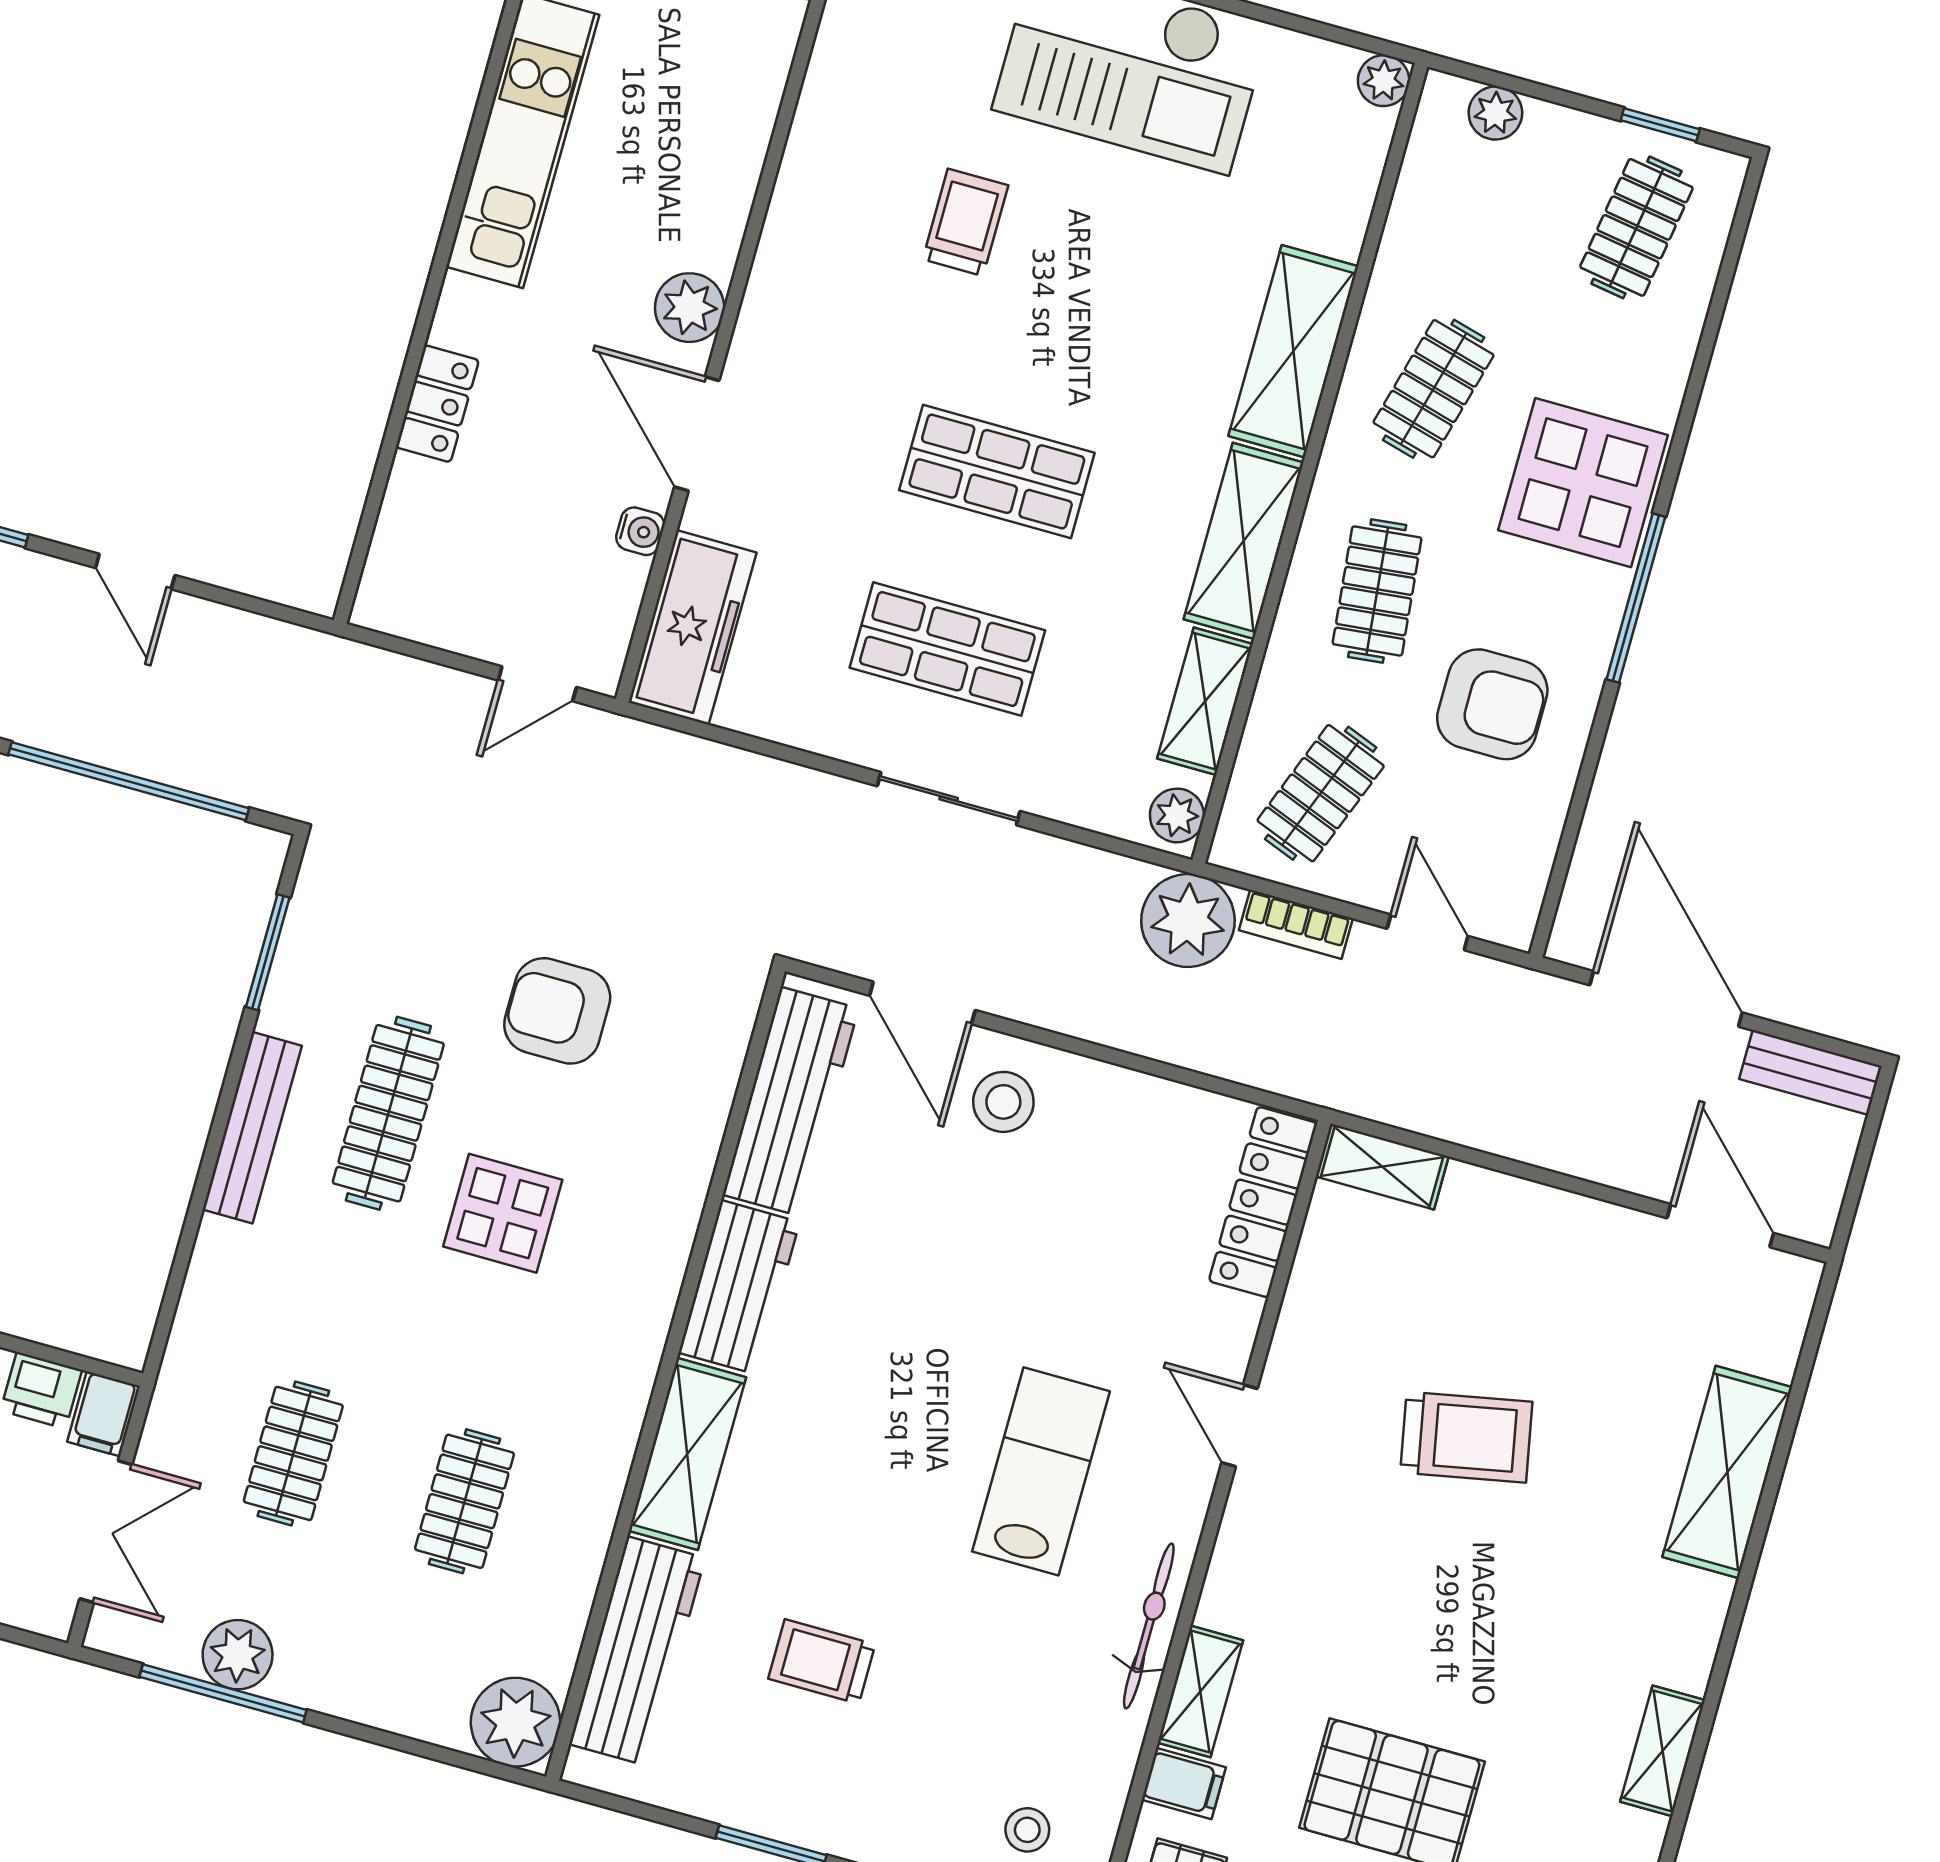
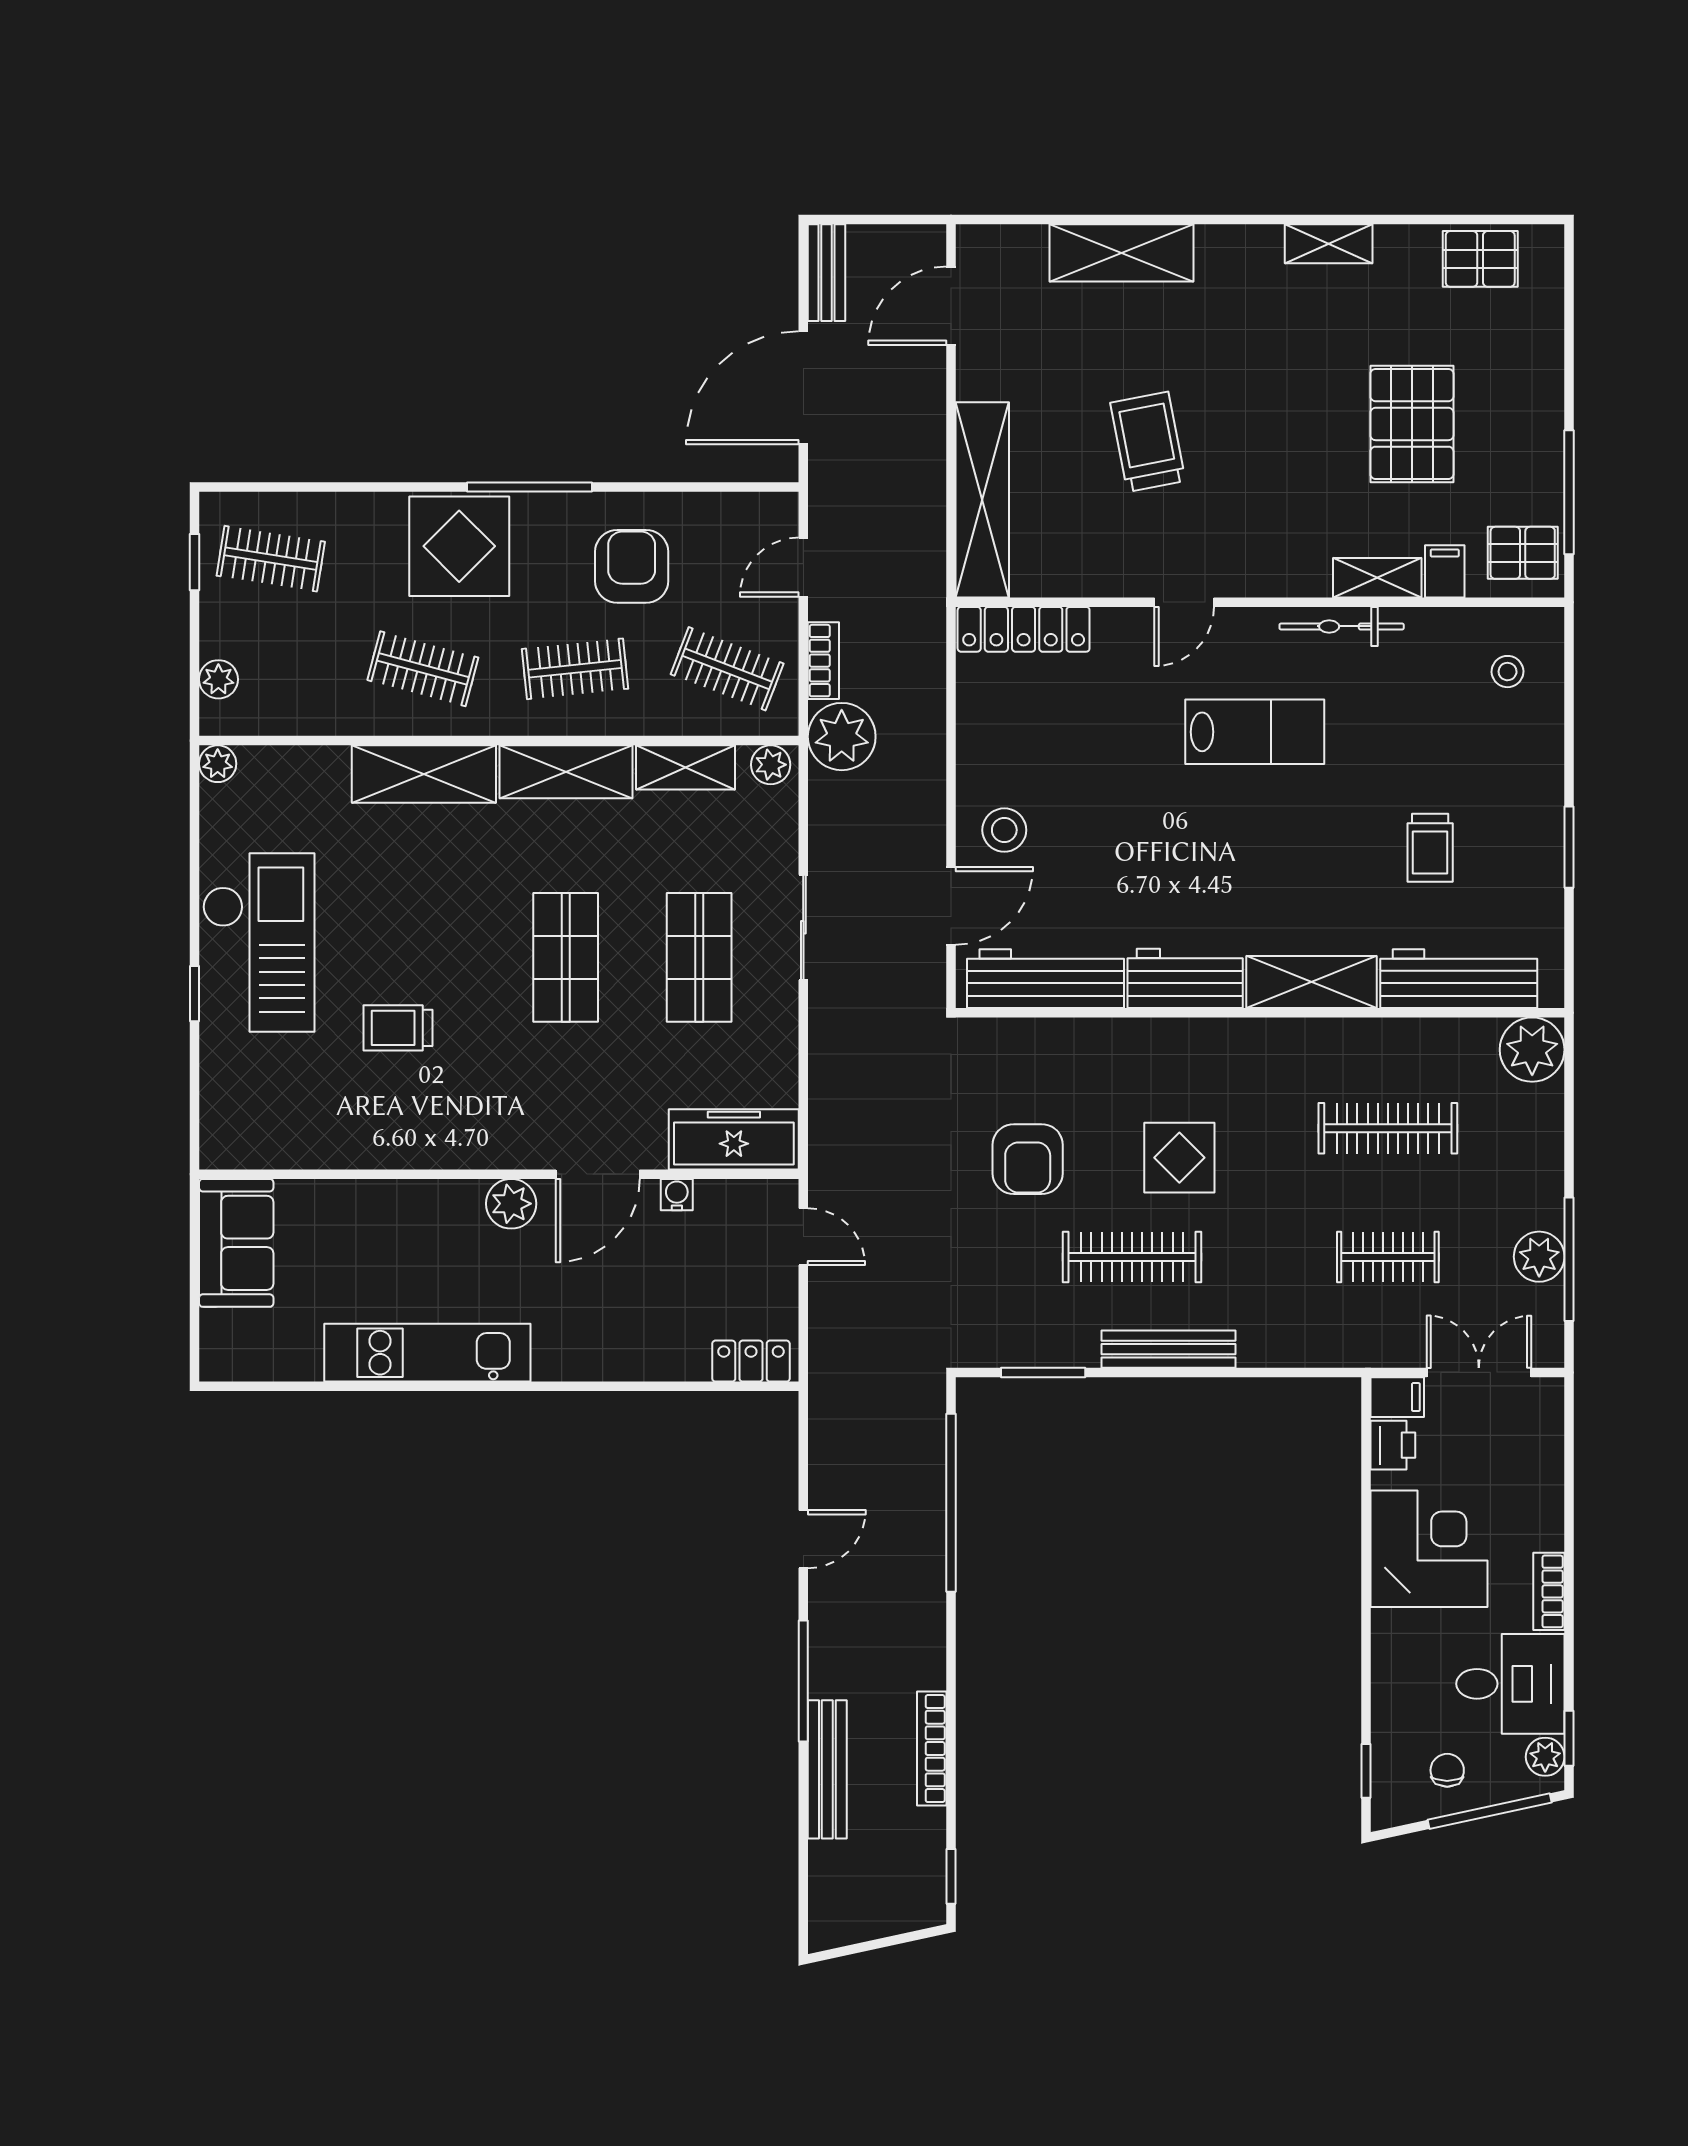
locker: (437, 404) -> (751, 1361), moved
shelving: (1382, 1166) -> (982, 500), width x2.20, depth x1.33
lab bench: (1041, 1471) -> (1255, 732), turned 180
clothes rail: (465, 1501) -> (1388, 1128), width x1.36

